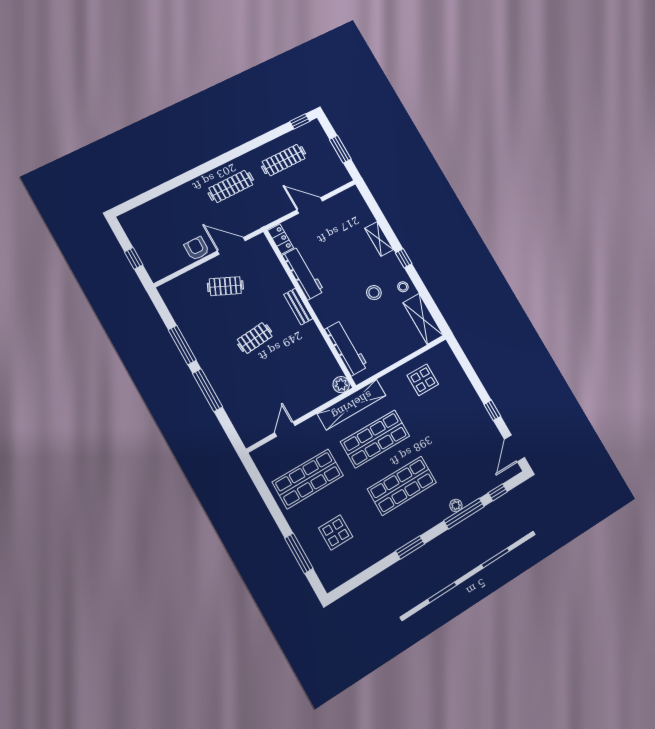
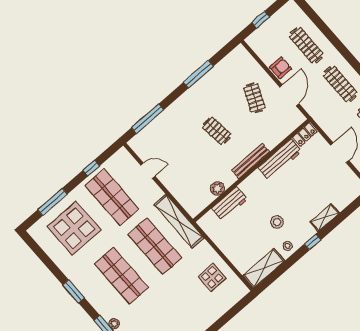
clothes rail: (177, 214) -> (306, 45), added
bench: (298, 307) -> (251, 161), width x1.36
workbench: (346, 348) -> (230, 204), width x0.73
plant: (341, 385) -> (217, 189), moved
window: (207, 390) -> (148, 119), moved
window: (268, 497) -> (91, 168), added
display table: (336, 532) -> (74, 228), width x1.86, depth x1.86

